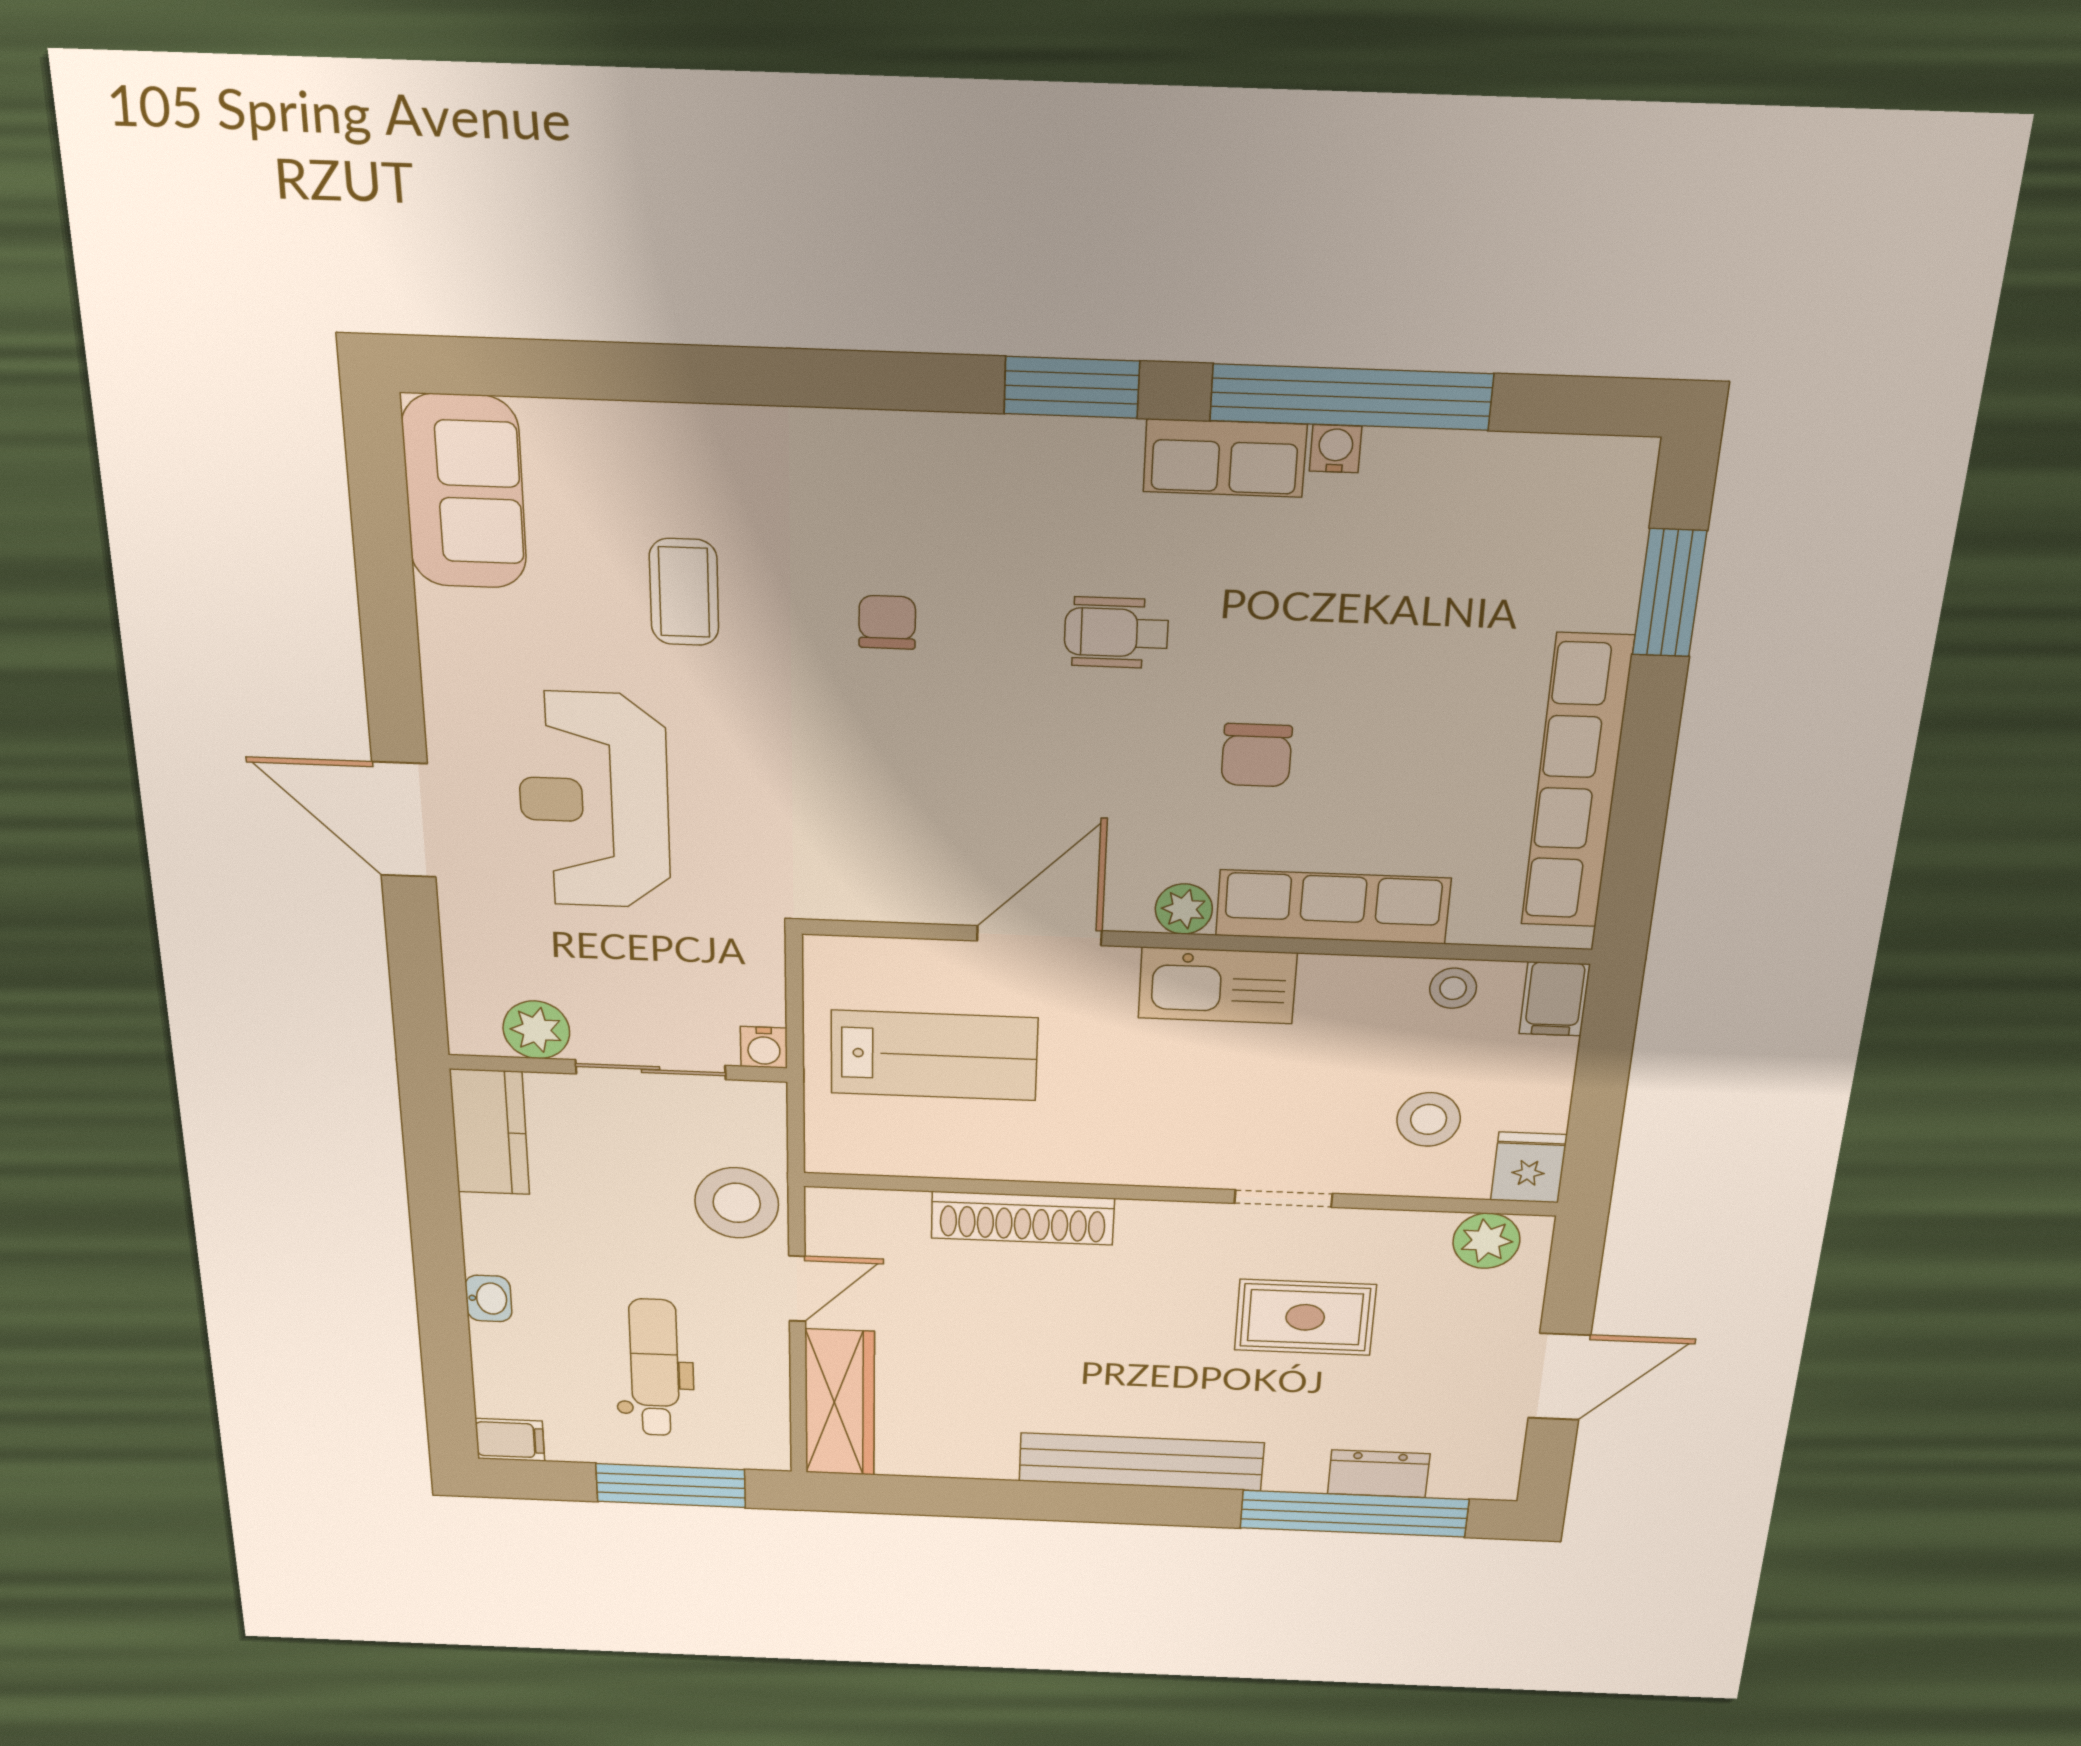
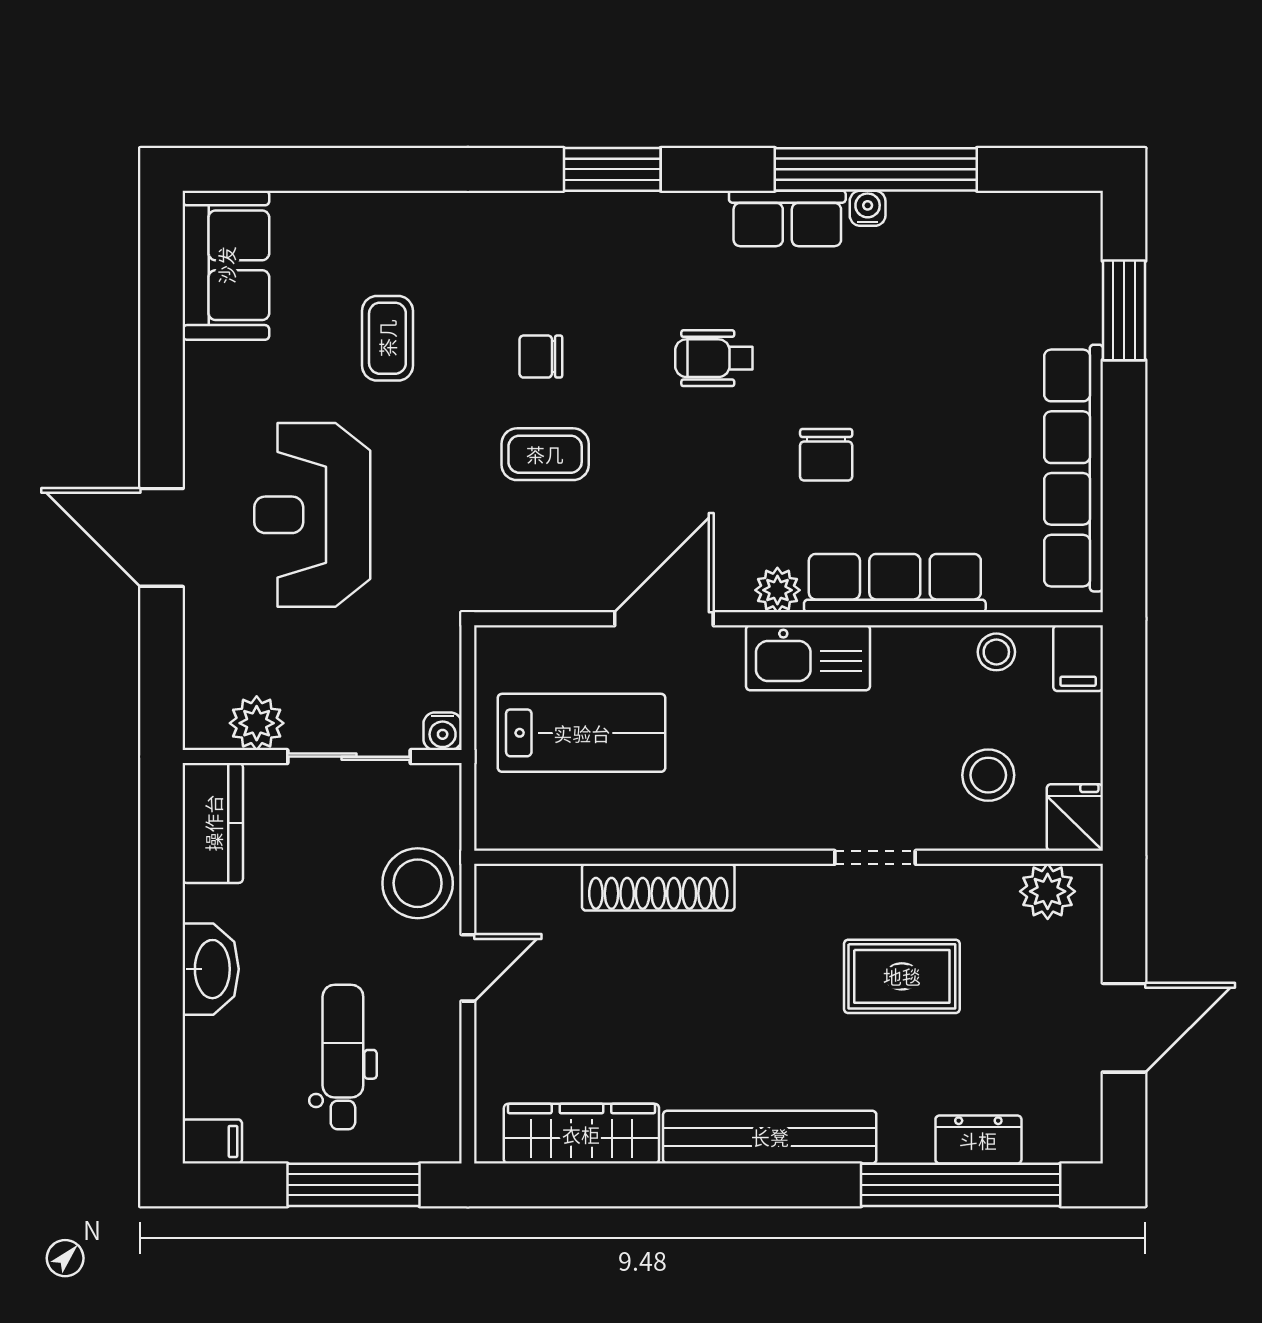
window: (1072, 387) -> (612, 169), moved
chair: (887, 622) -> (541, 357), turned -90
coffee table: (892, 741) -> (545, 454), added
washbasin: (488, 1298) -> (211, 969), width x1.91, depth x1.45
wardrobe: (840, 1403) -> (581, 1134), moved, turned -90

